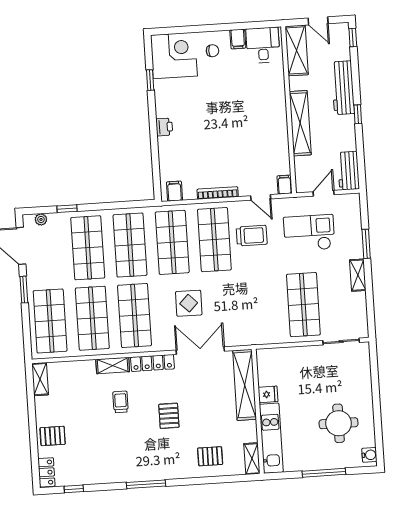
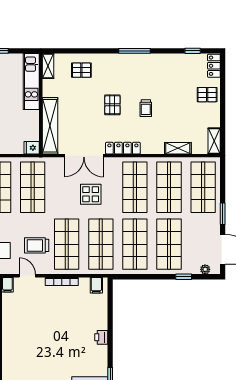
shop shelf: (261, 307) -> (33, 187), added
shelving: (113, 365) -> (178, 148), moved
fridge: (268, 394) -> (32, 148), moved
trolley: (121, 402) -> (146, 108), moved

